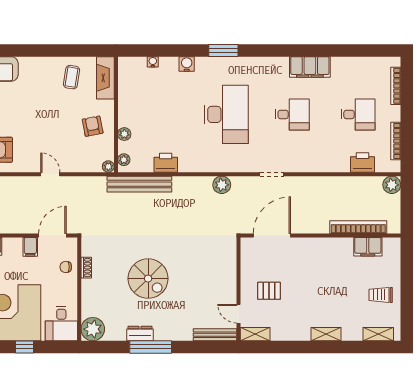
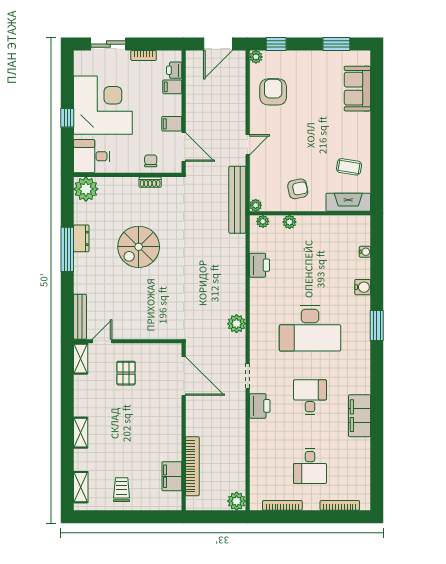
desk: (292, 114) -> (310, 397), turned 180
printer: (363, 163) -> (260, 406), moved
bench: (139, 184) -> (237, 200), moved

